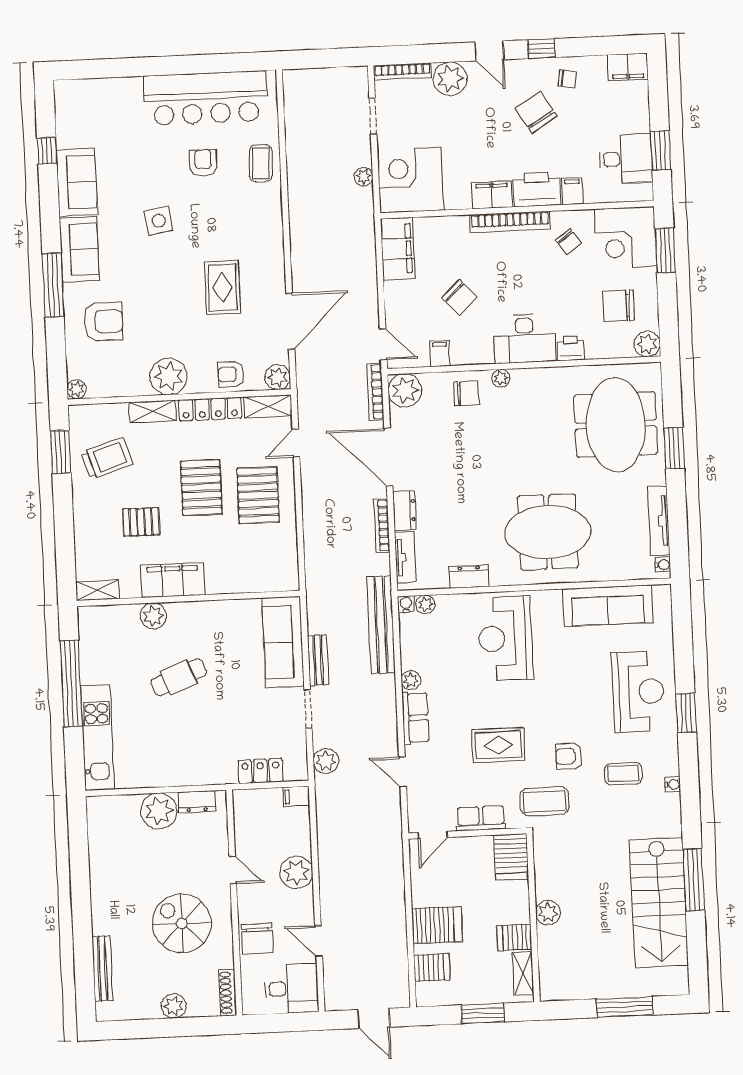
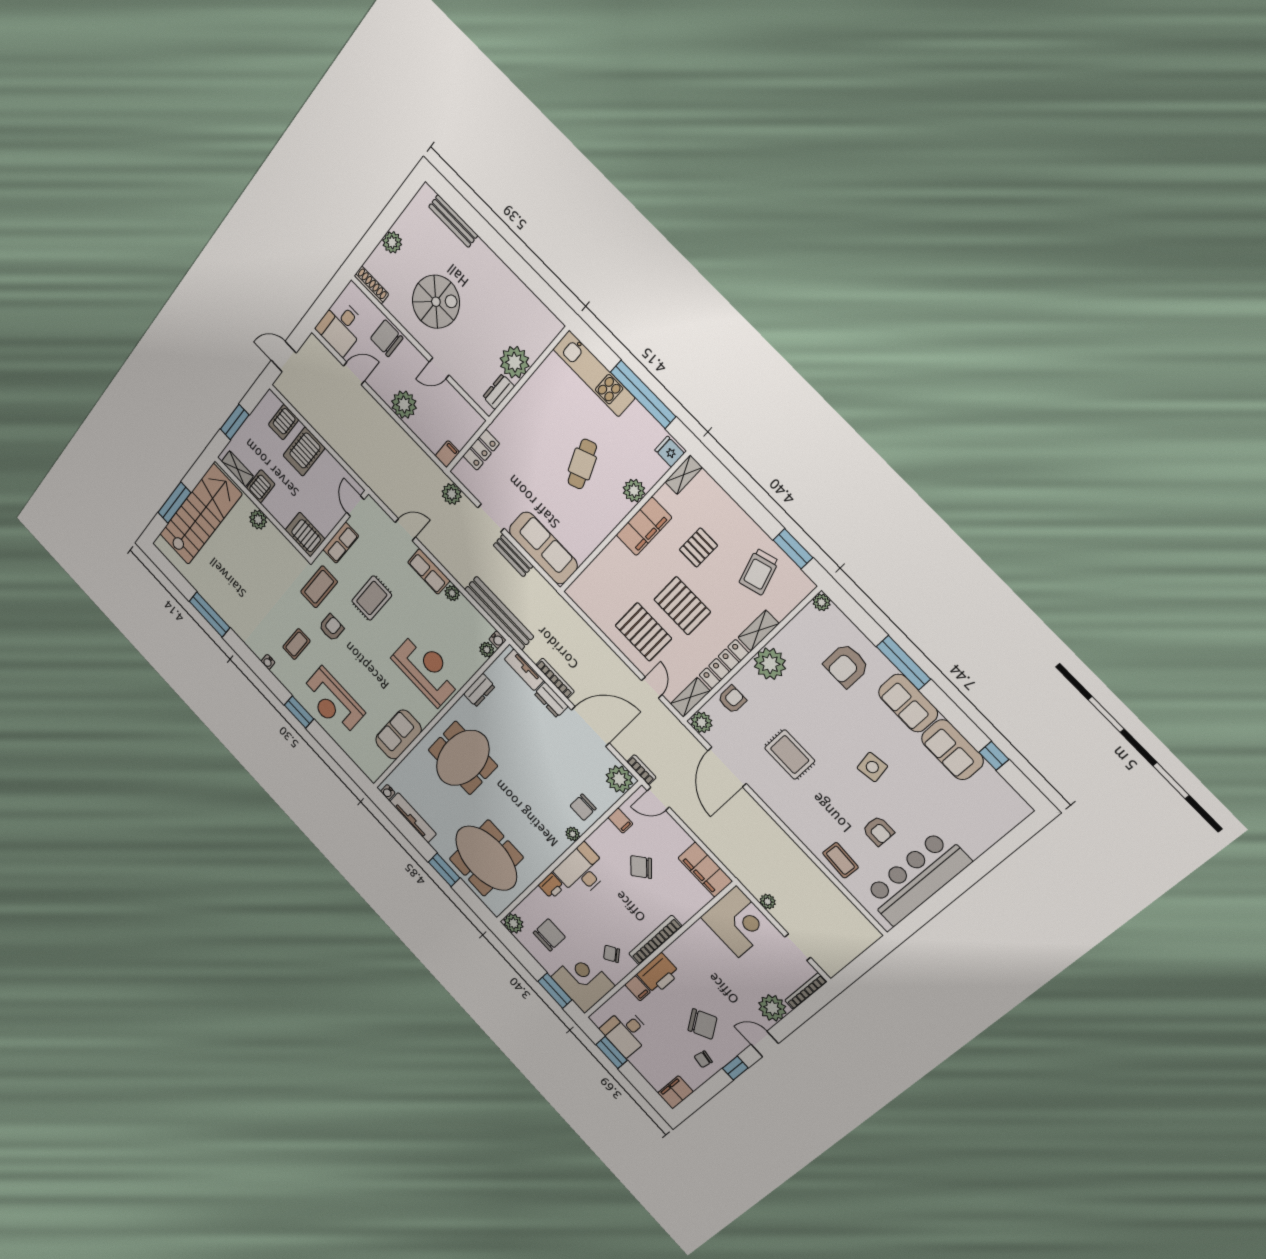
filing cabinet: (492, 195) -> (681, 950), removed
bookcase: (375, 392) -> (641, 770), width x0.64
sofa: (608, 606) -> (398, 735), width x0.73
fridge: (92, 619) -> (670, 452), added
stairs: (659, 903) -> (201, 514), moved, turned 90

